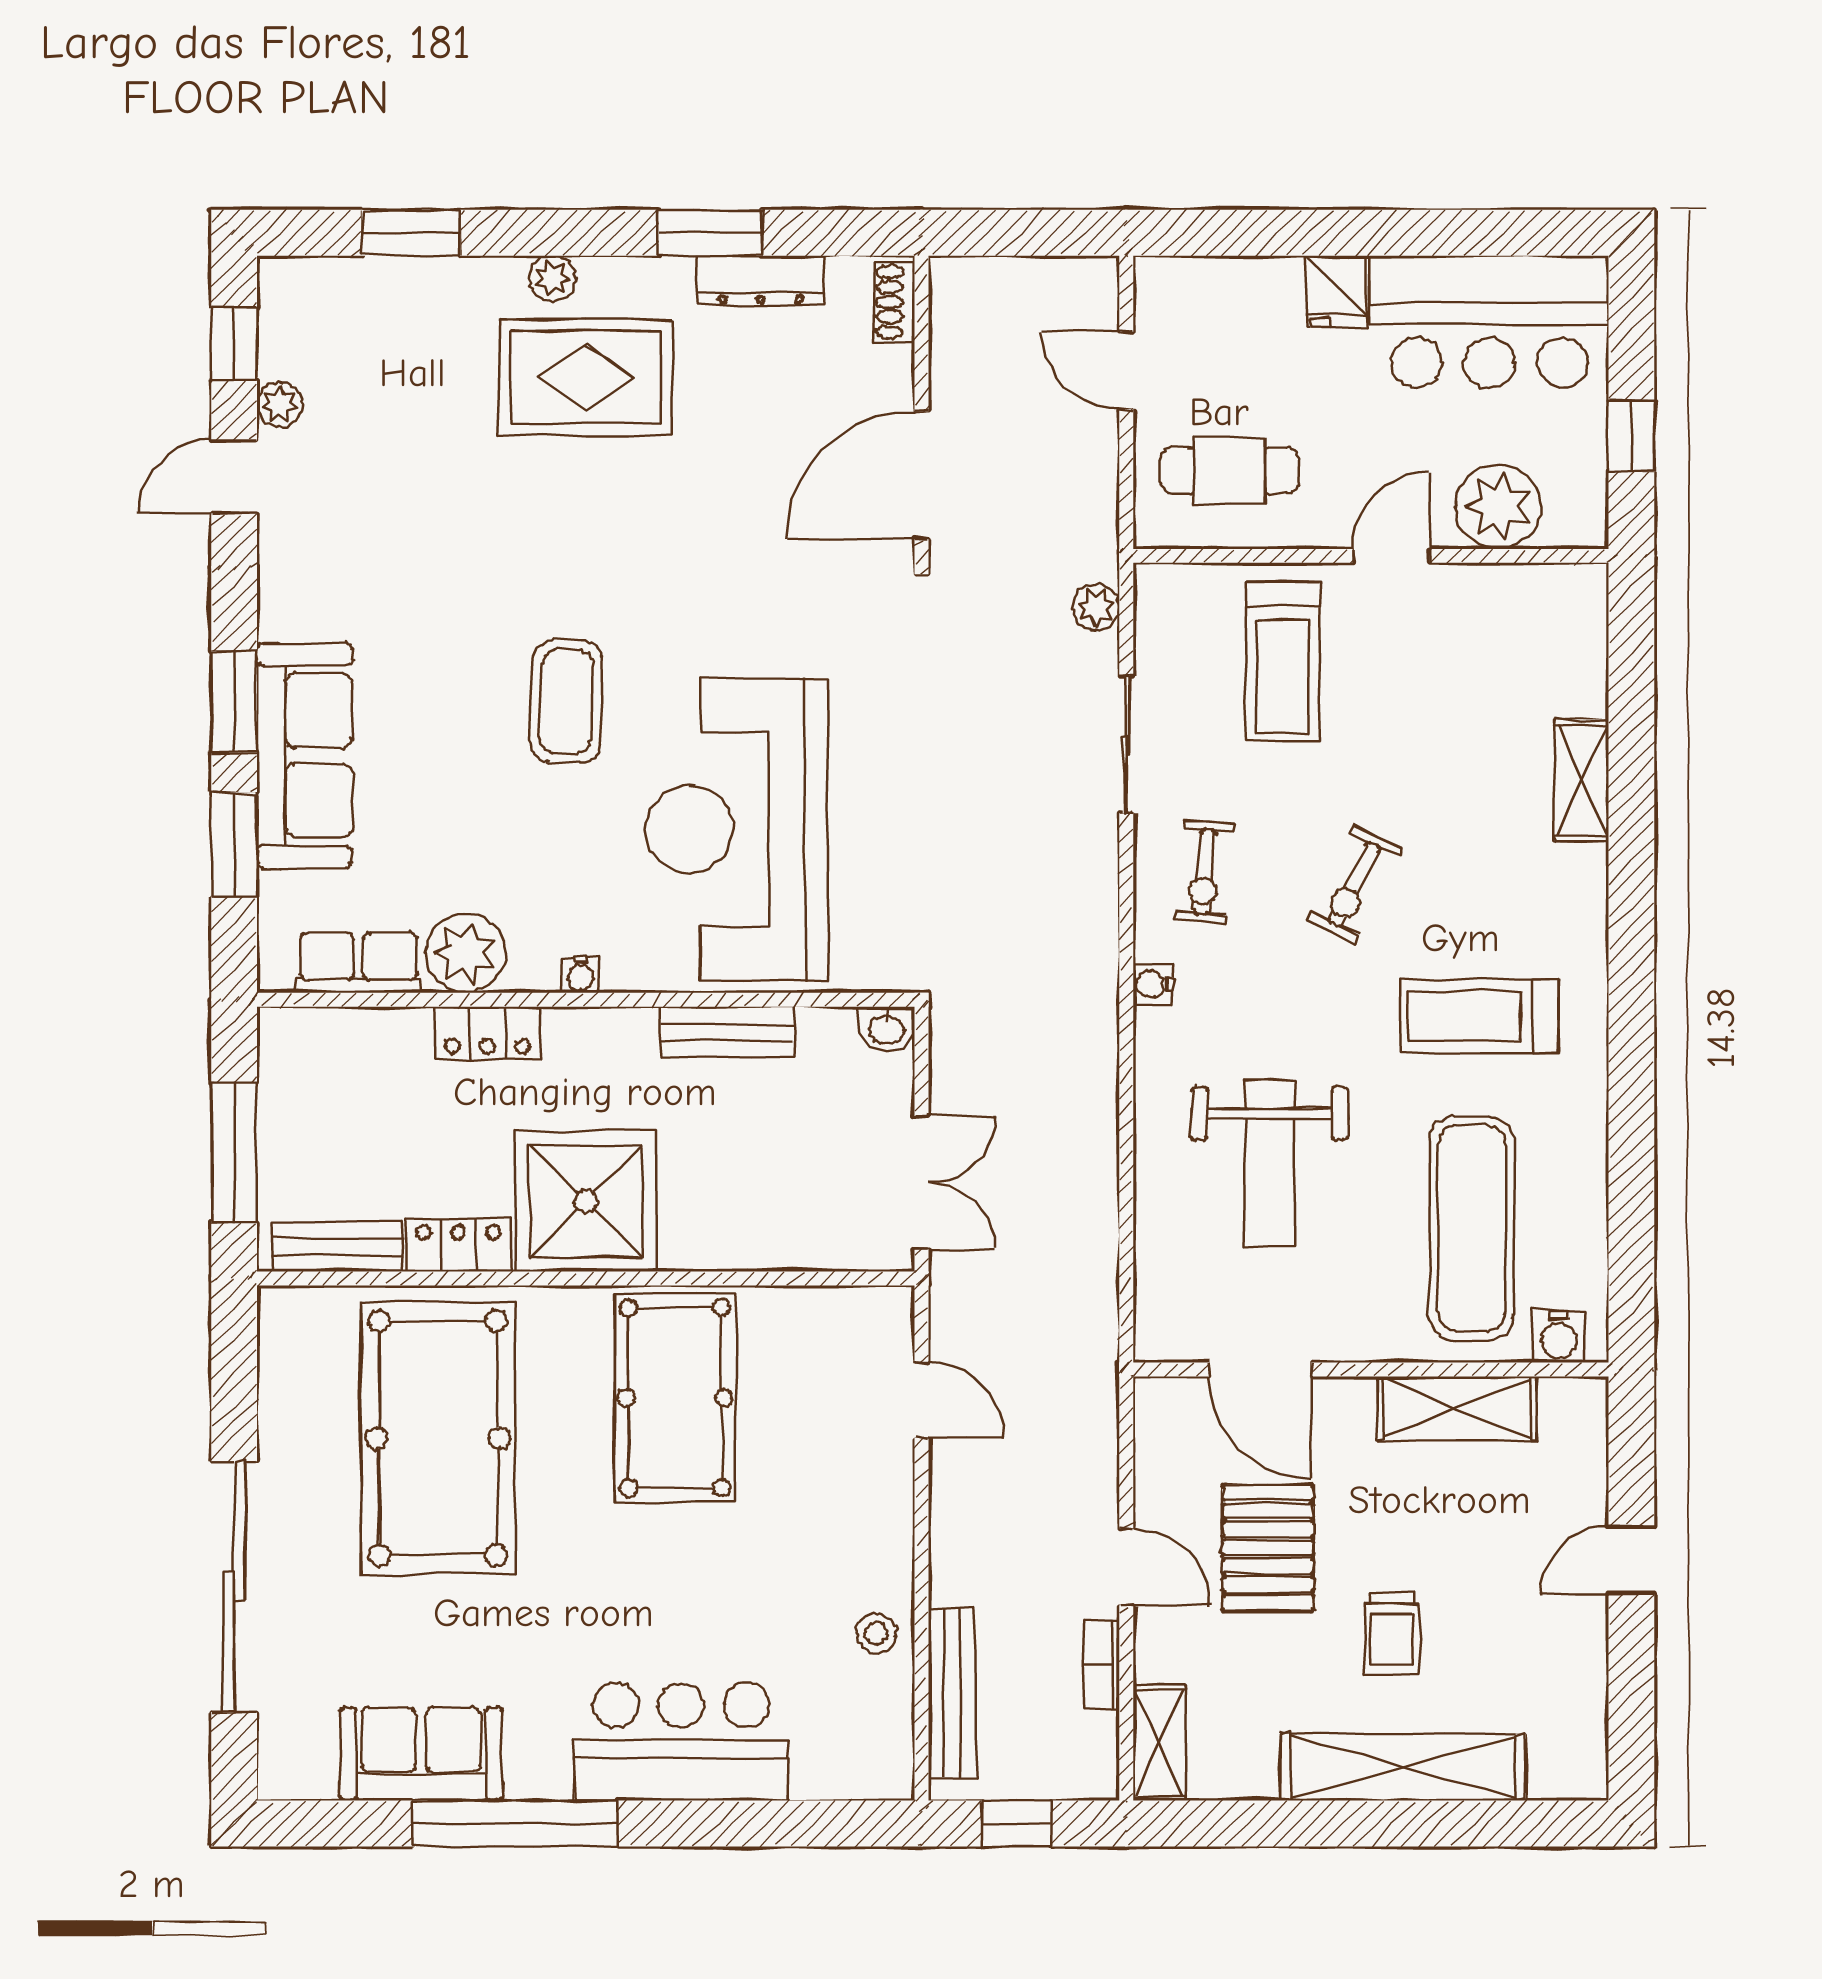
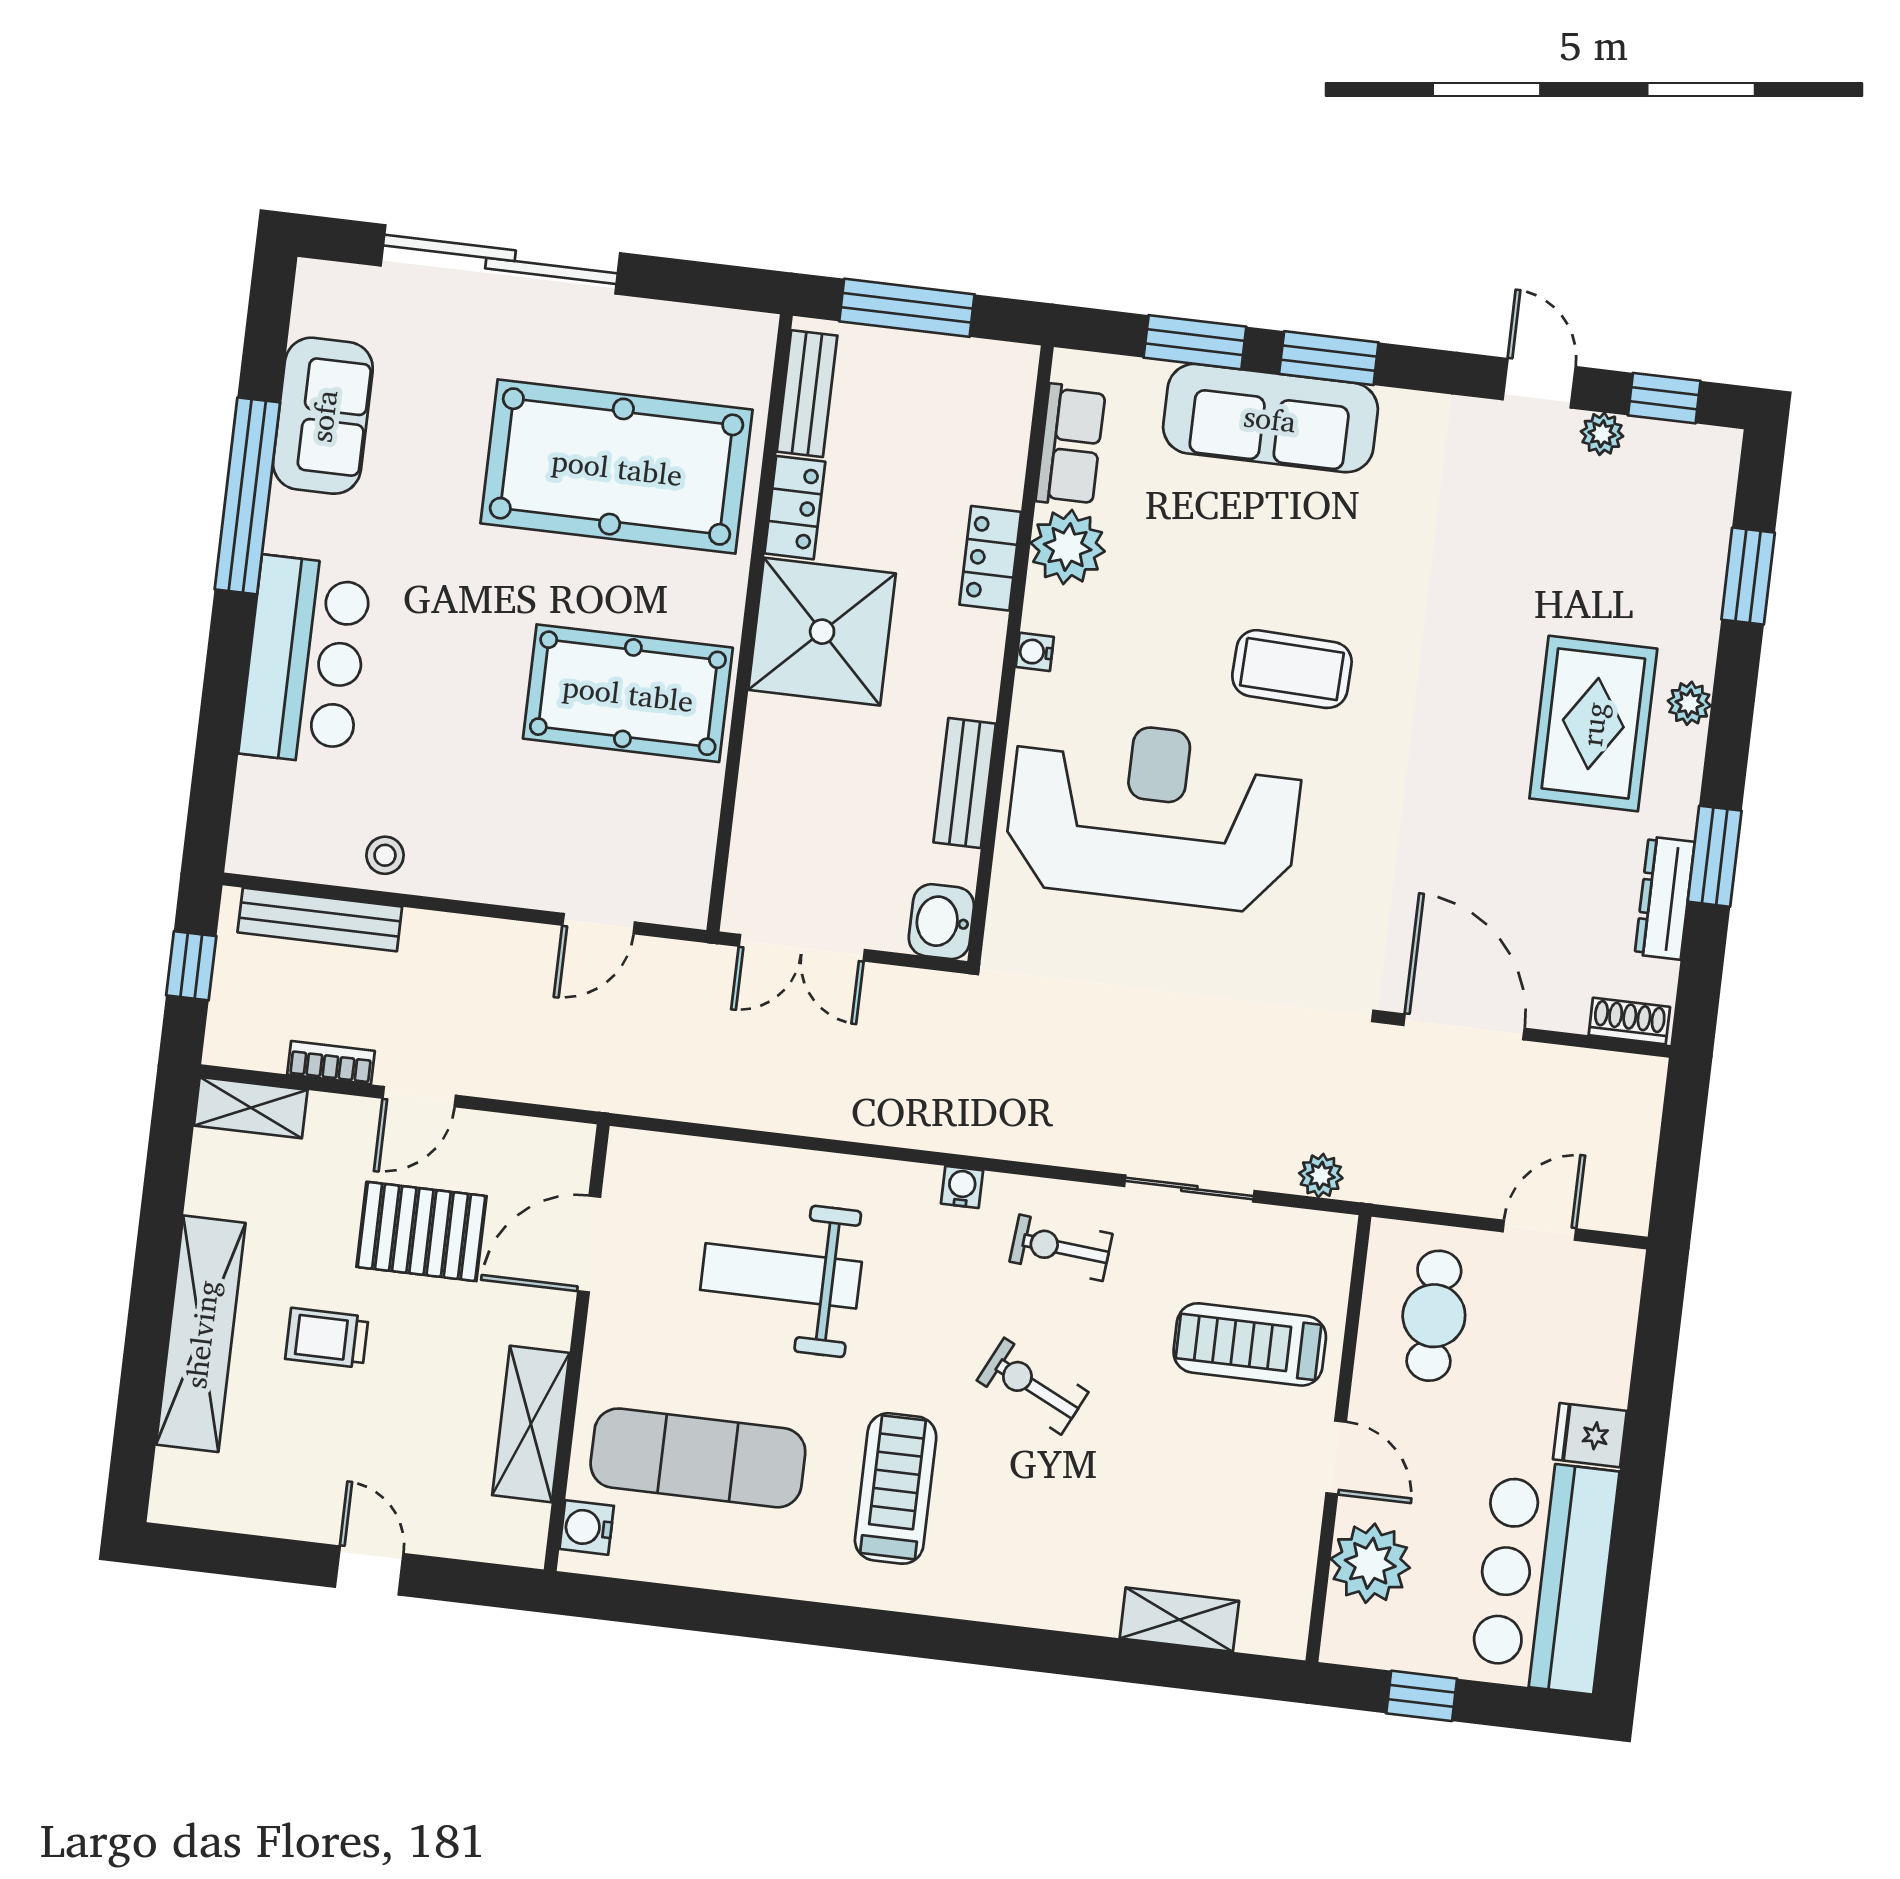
shelving: (1581, 780) -> (1179, 1620), moved
washbasin: (887, 1029) -> (941, 922), width x1.38, depth x1.45

